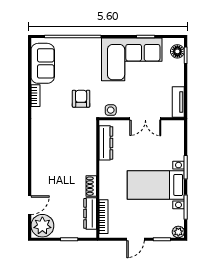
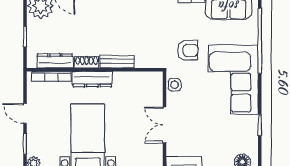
corner sofa: (132, 59) -> (233, 80), moved
dresser: (106, 143) -> (92, 79), moved
bench: (91, 160) -> (117, 62), added

